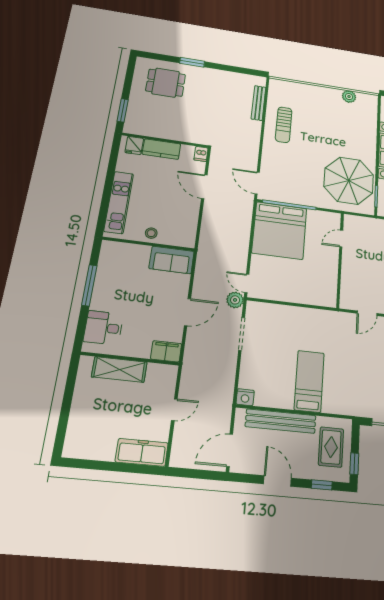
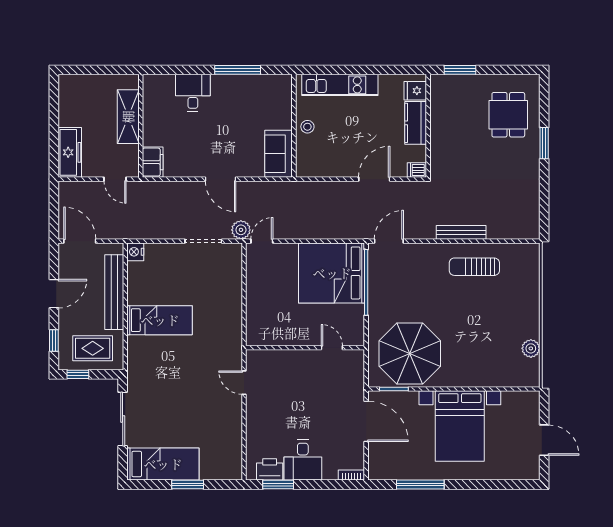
bench: (258, 103) -> (461, 232), moved
filing cabinet: (166, 351) -> (153, 162), moved
wall: (130, 359) -> (141, 126), moved
shelving: (119, 369) -> (128, 117), moved

